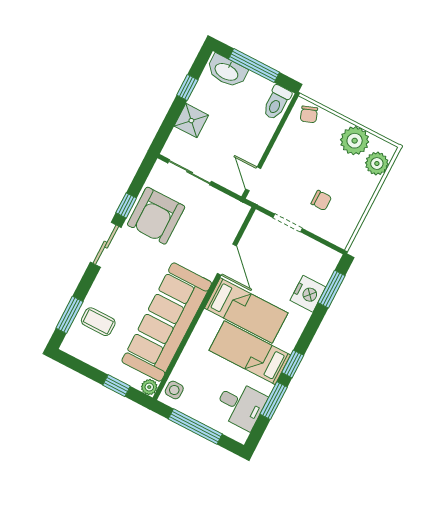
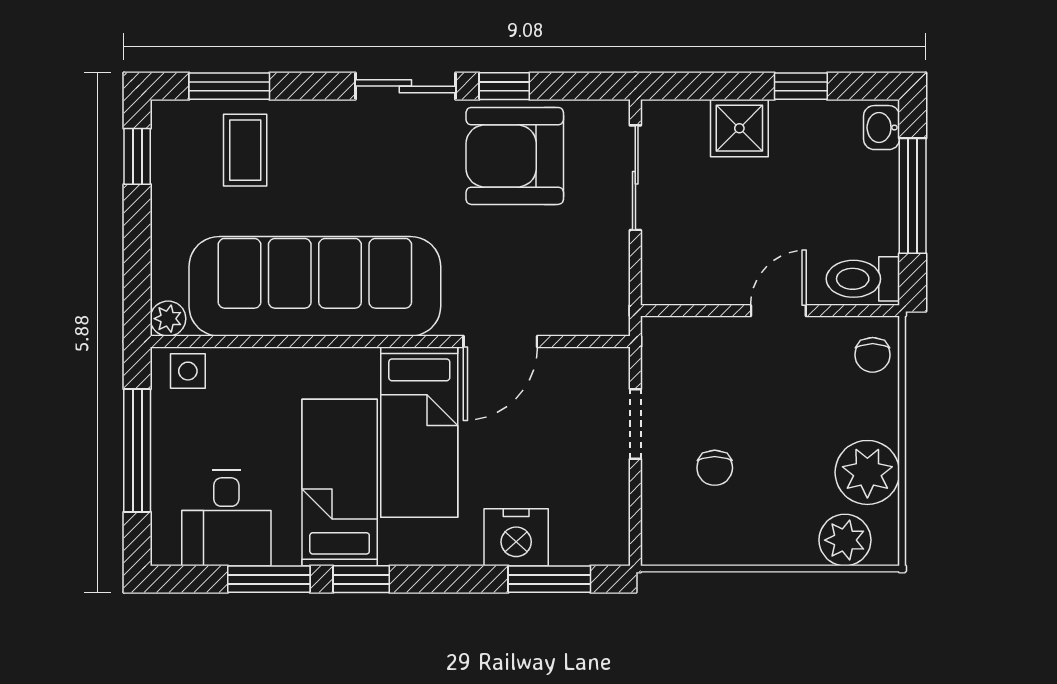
washbasin: (227, 71) -> (882, 128), width x0.52, depth x0.69
chair: (309, 114) -> (873, 355), turned -70
door: (253, 179) -> (778, 311), moved
window: (116, 386) -> (137, 156), moved

